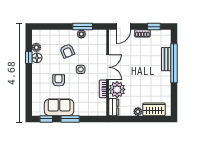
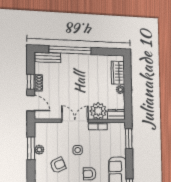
window: (154, 27) -> (31, 82), moved
bench: (166, 59) -> (48, 57), moved
window: (70, 119) -> (129, 139), moved

